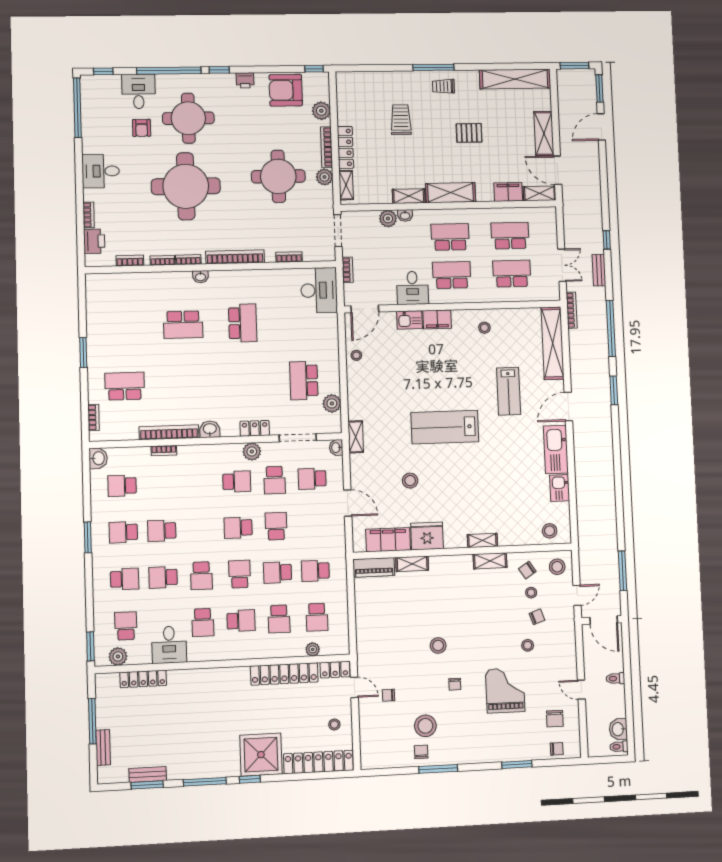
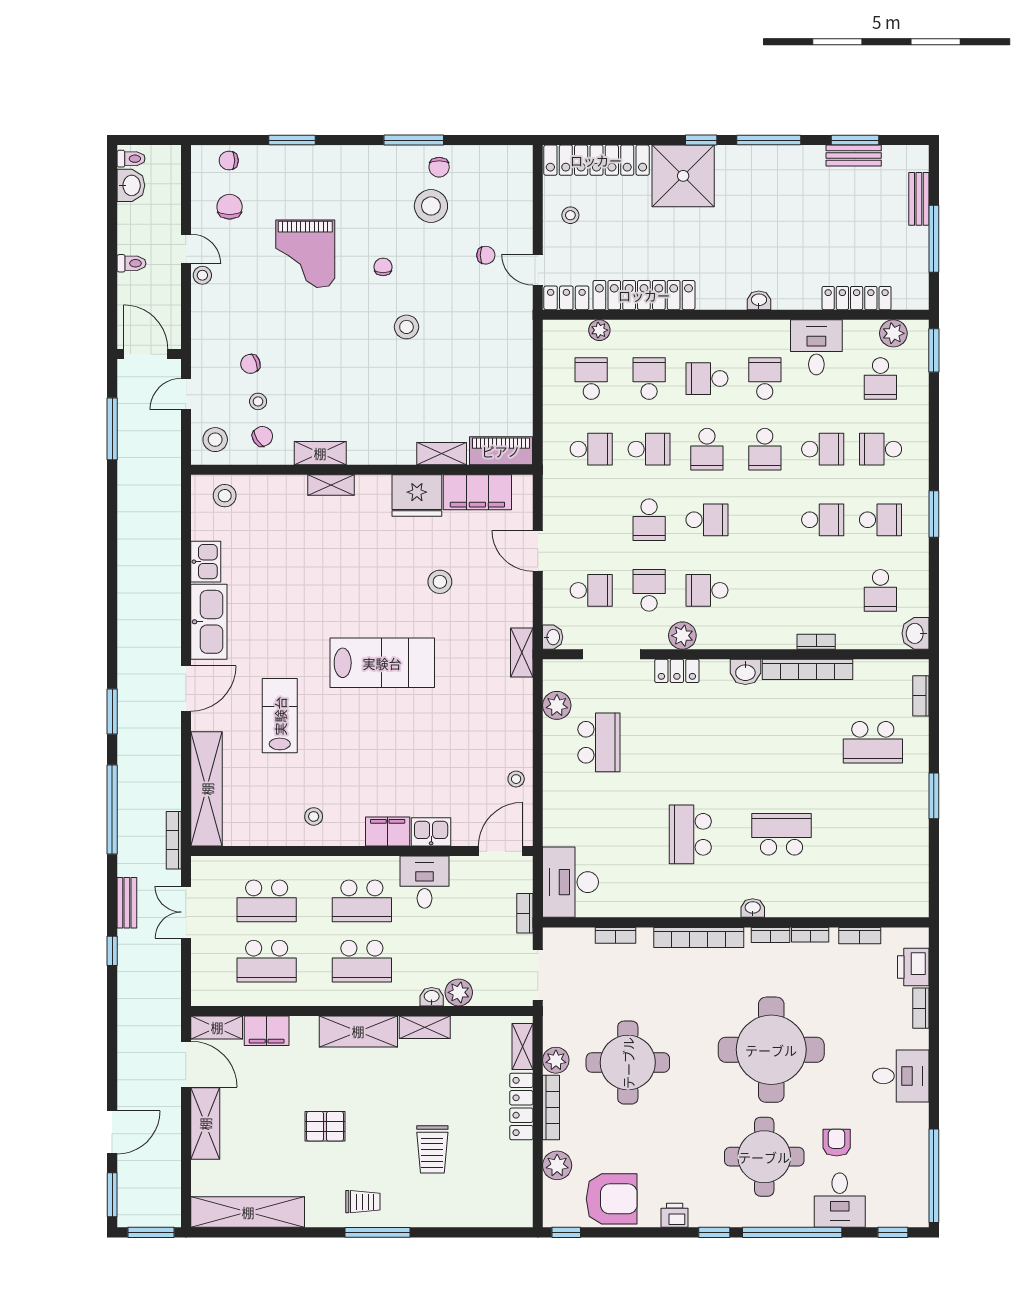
school desk: (122, 486) -> (880, 590), turned 90
school desk: (201, 576) -> (765, 449), turned 180
stool: (528, 645) -> (202, 275), moved
washbasin: (208, 674) -> (759, 300), added

